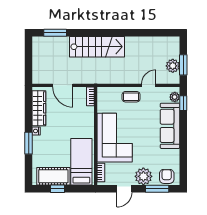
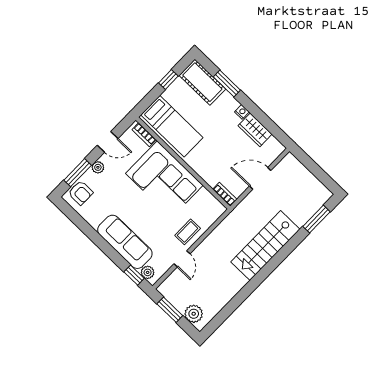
plant: (173, 66) -> (194, 314), moved
wardrobe: (39, 108) -> (255, 130), width x0.67
window: (29, 143) -> (227, 84), moved
cot: (53, 176) -> (202, 82), moved, turned 90
plant: (143, 176) -> (98, 167), width x0.53, depth x0.53
door: (124, 189) -> (108, 142), swing flipped

